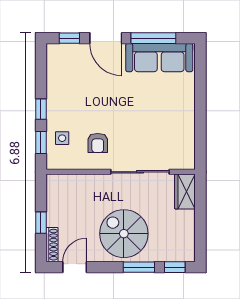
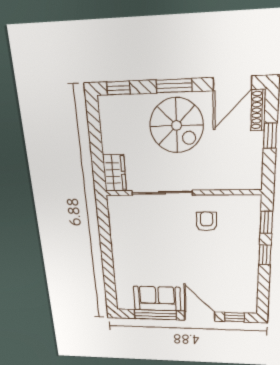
sofa: (159, 58) -> (157, 299), width x0.73
side table: (62, 138) -> (244, 226), removed
door: (75, 267) -> (232, 83), width x1.38
window: (139, 267) -> (174, 86), moved

